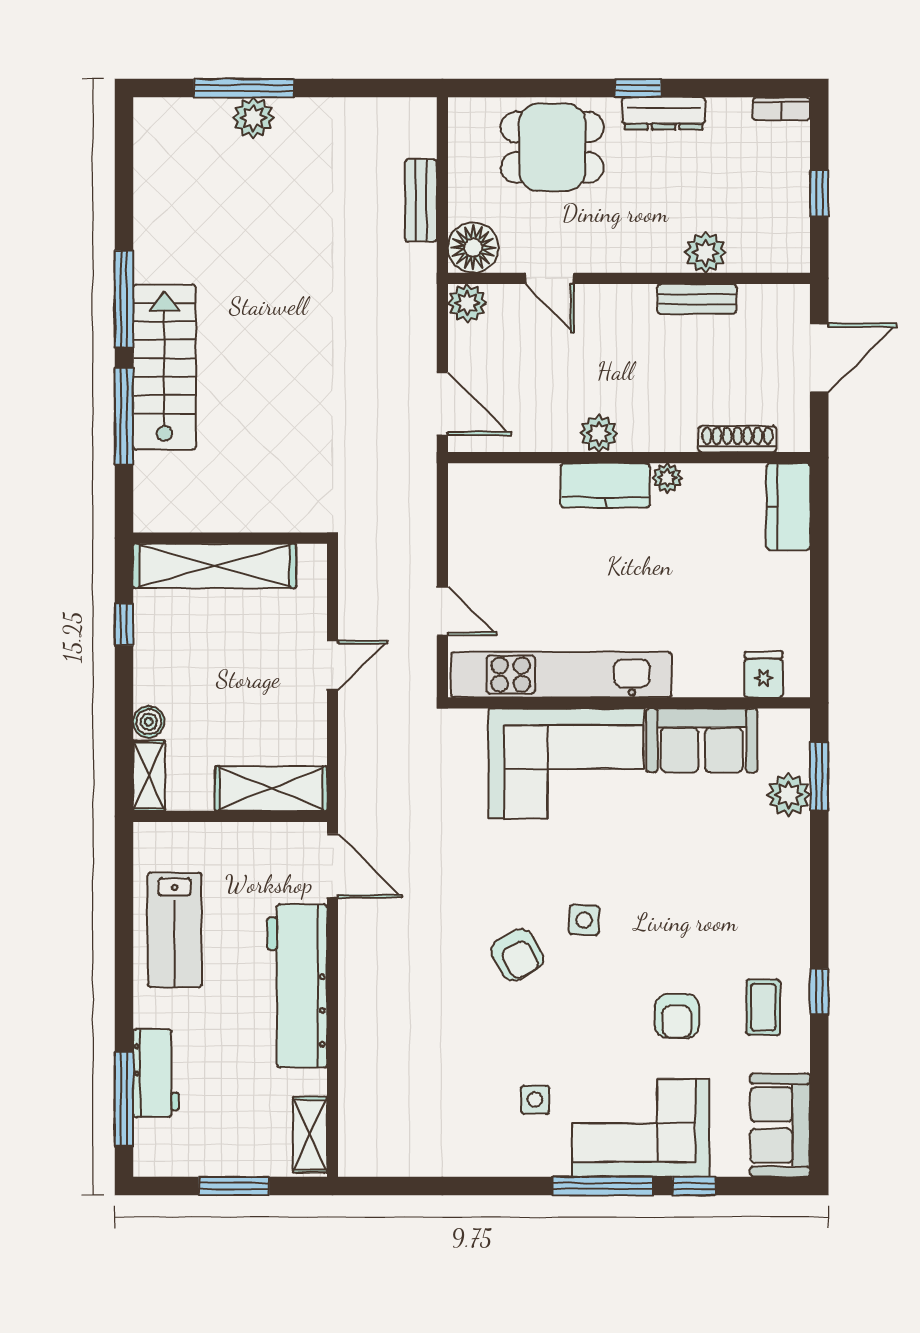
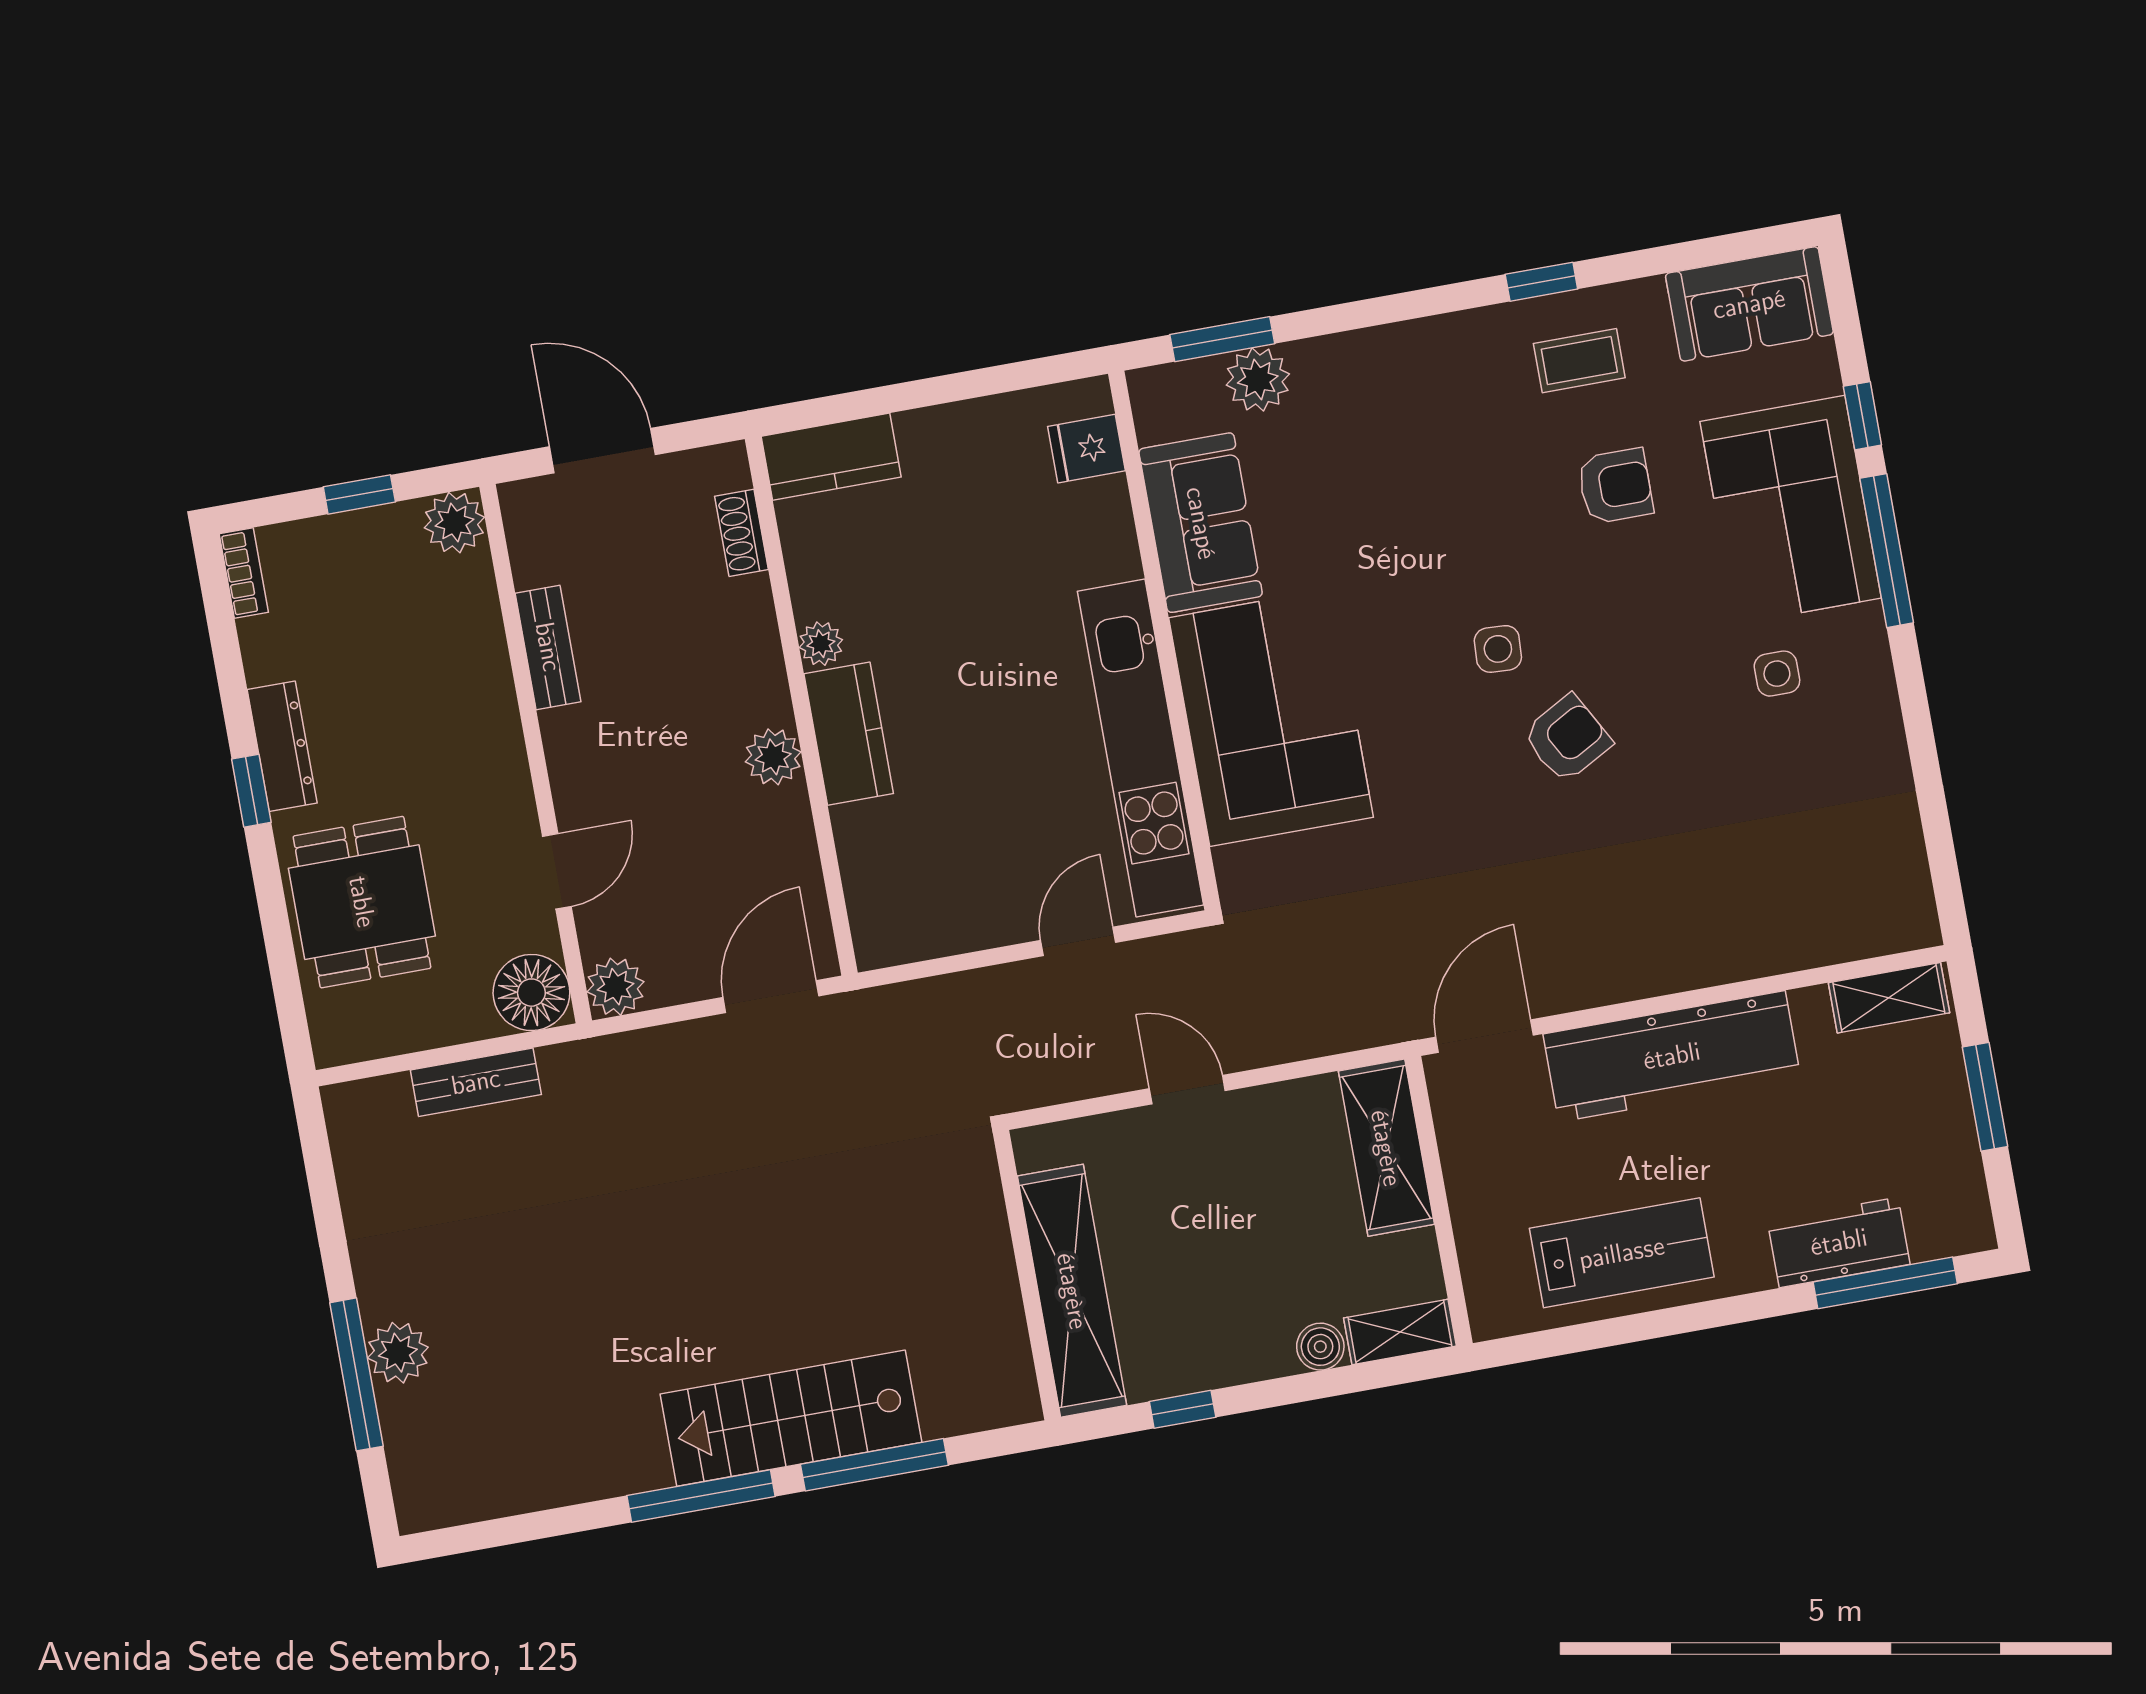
plant: (706, 252) -> (454, 523), moved
shoe rack: (737, 439) -> (742, 533), width x0.70

